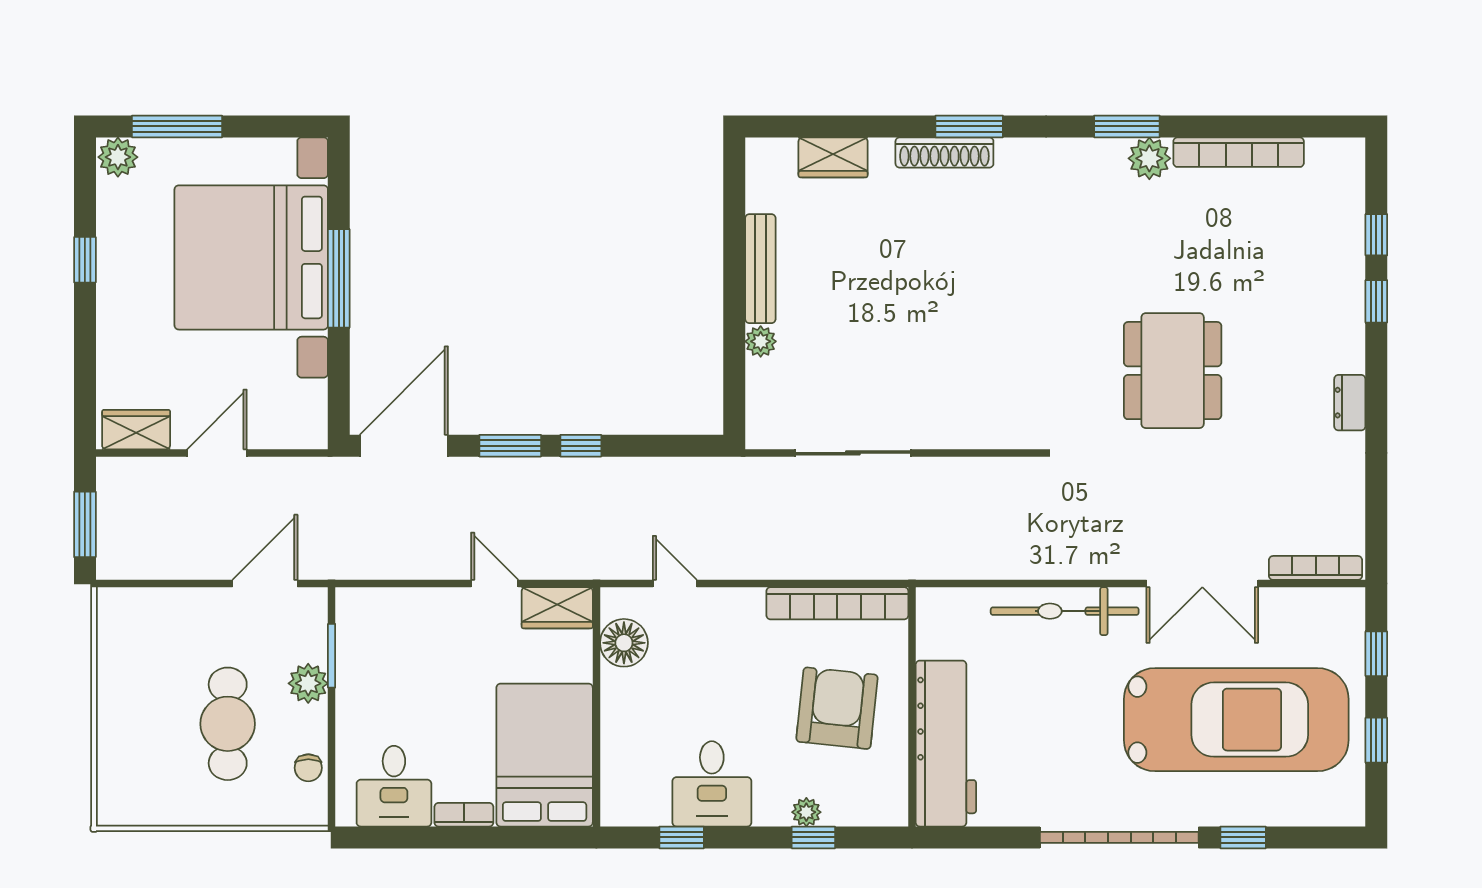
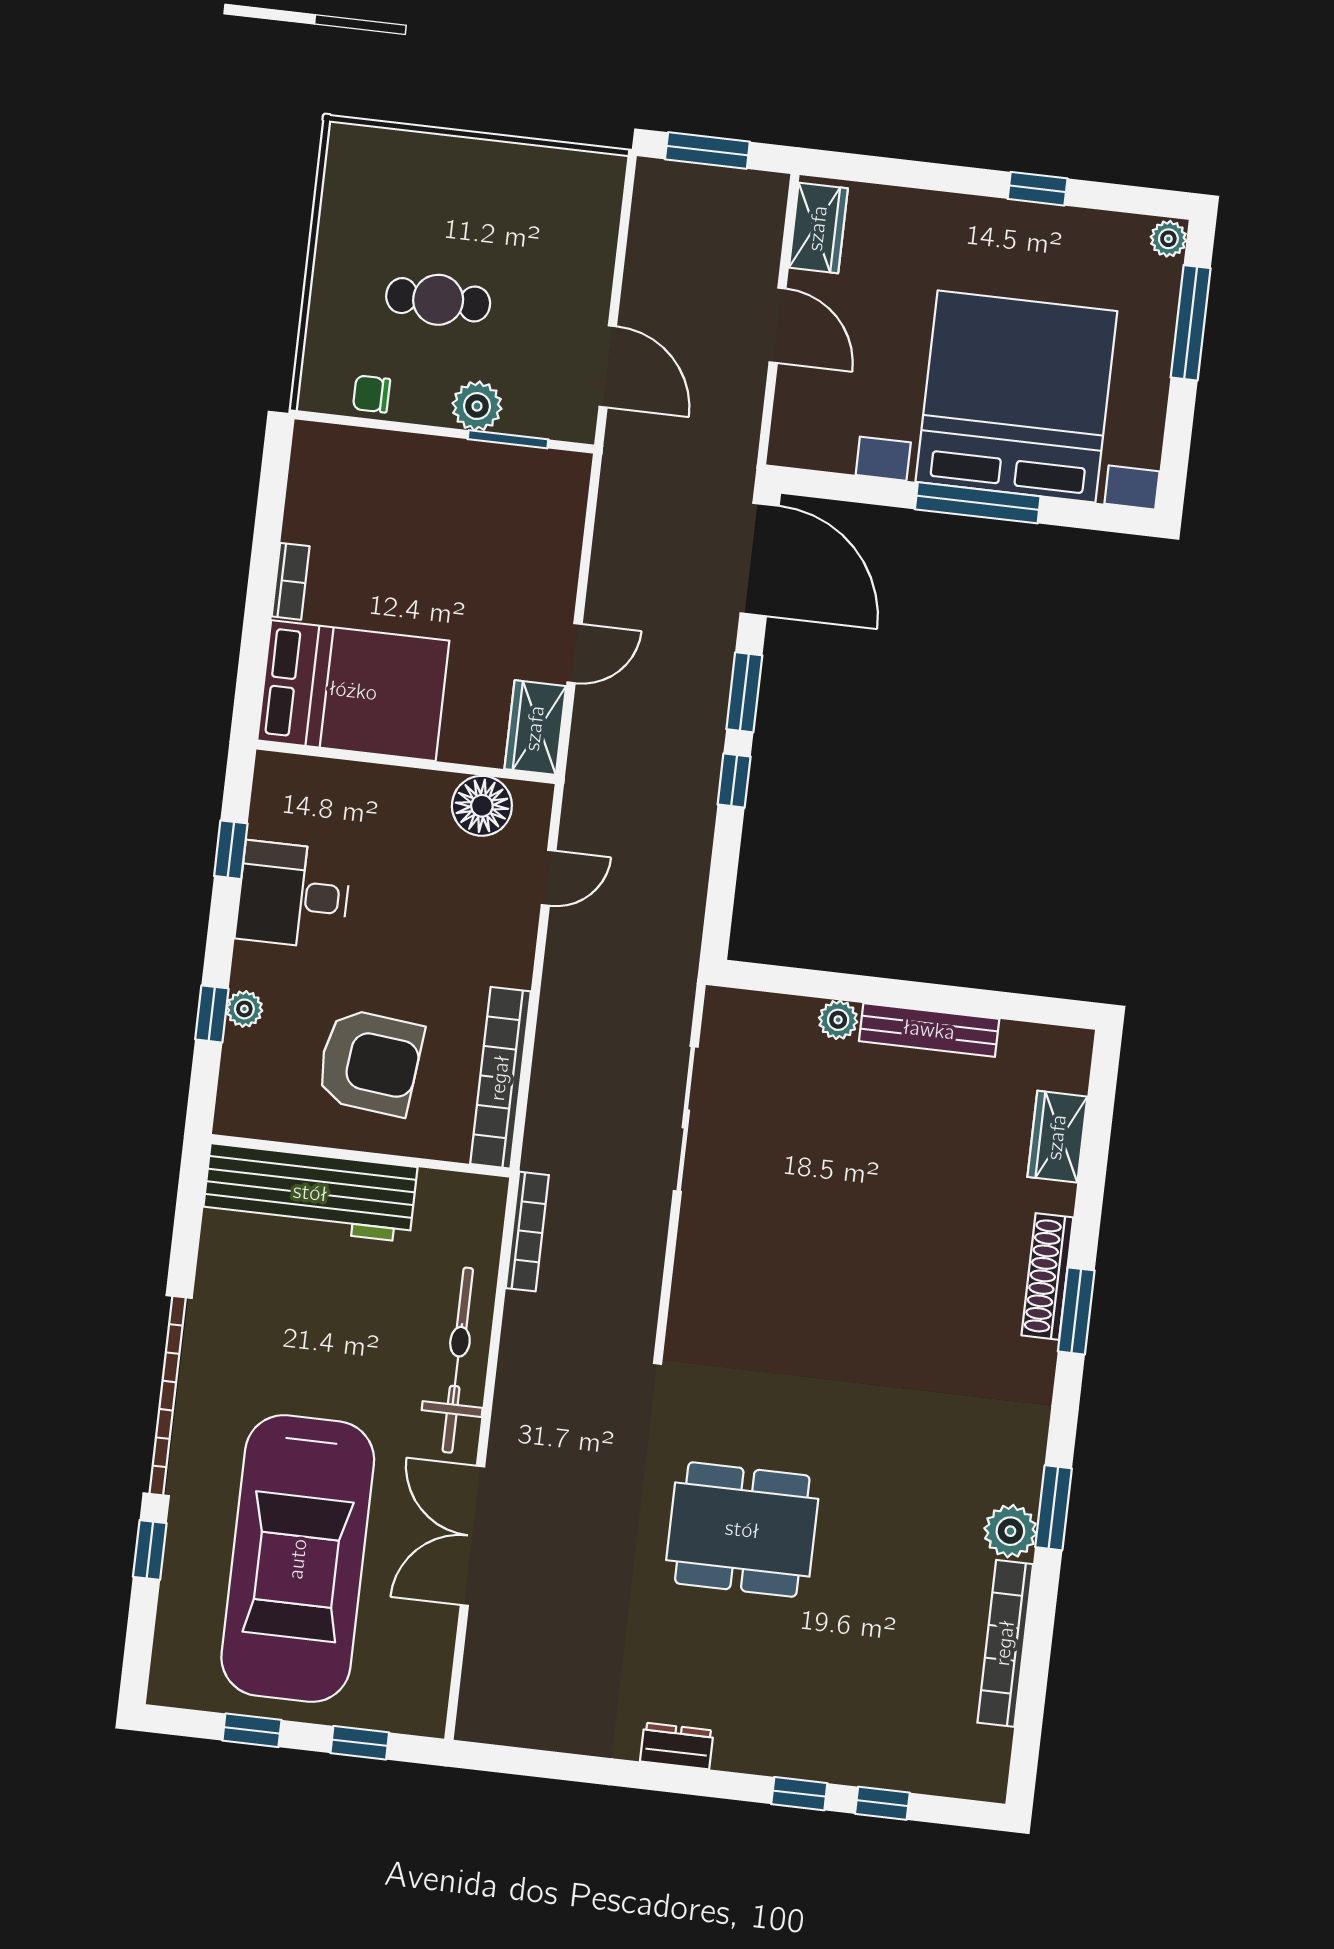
plant: (118, 157) -> (1168, 239), width x0.73, depth x0.73
bookcase: (1316, 568) -> (527, 1232), moved
cafe table: (228, 724) -> (438, 300), width x0.73, depth x0.74
desk: (394, 786) -> (336, 498), removed

